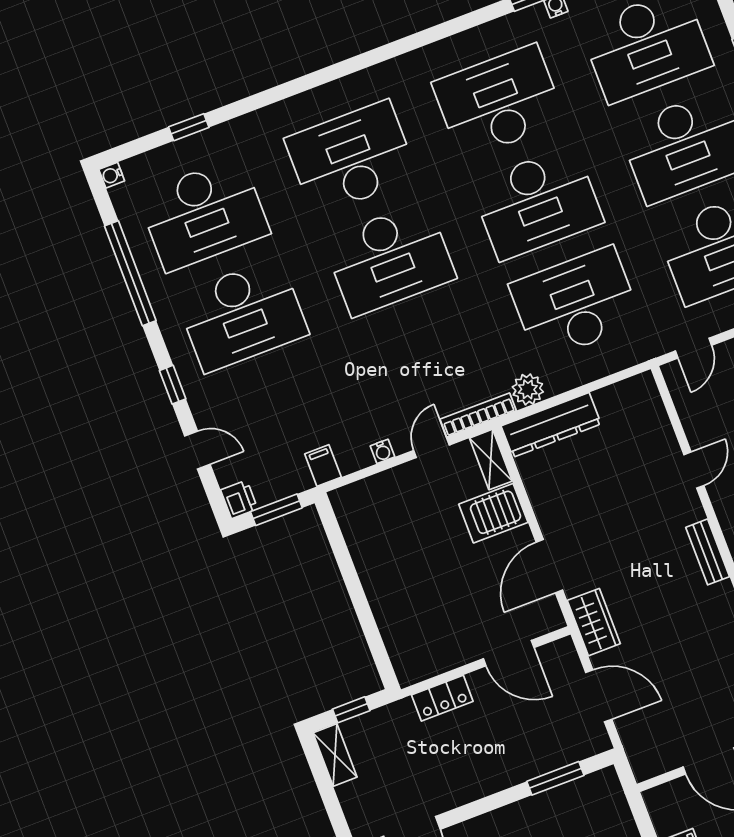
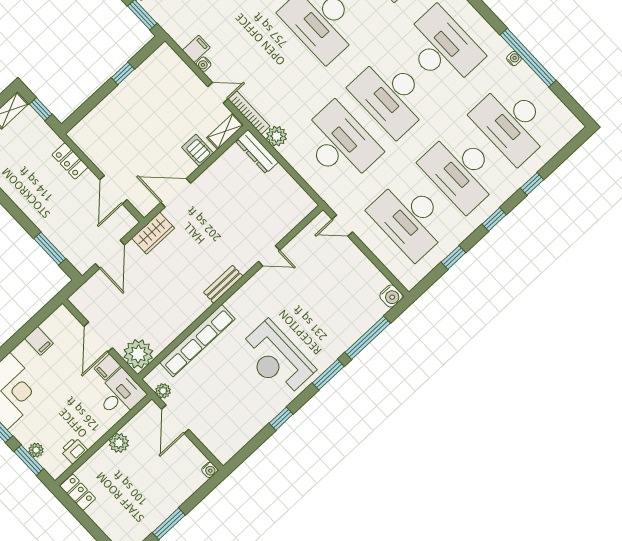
dresser: (551, 425) -> (257, 151), width x0.73, depth x0.80
filing cabinet: (323, 466) -> (196, 49), moved
server rack: (493, 513) -> (198, 150), width x0.73, depth x0.70
window: (348, 572) -> (123, 73), added

